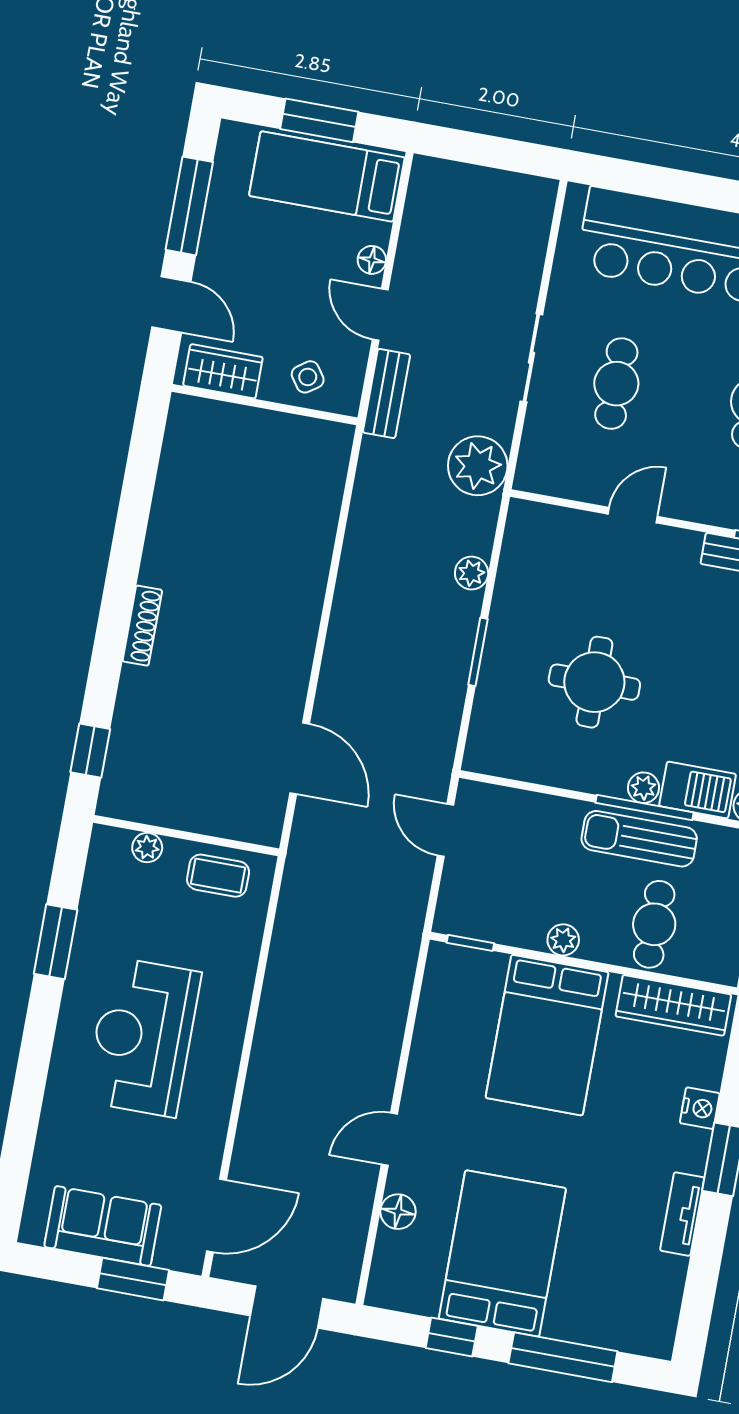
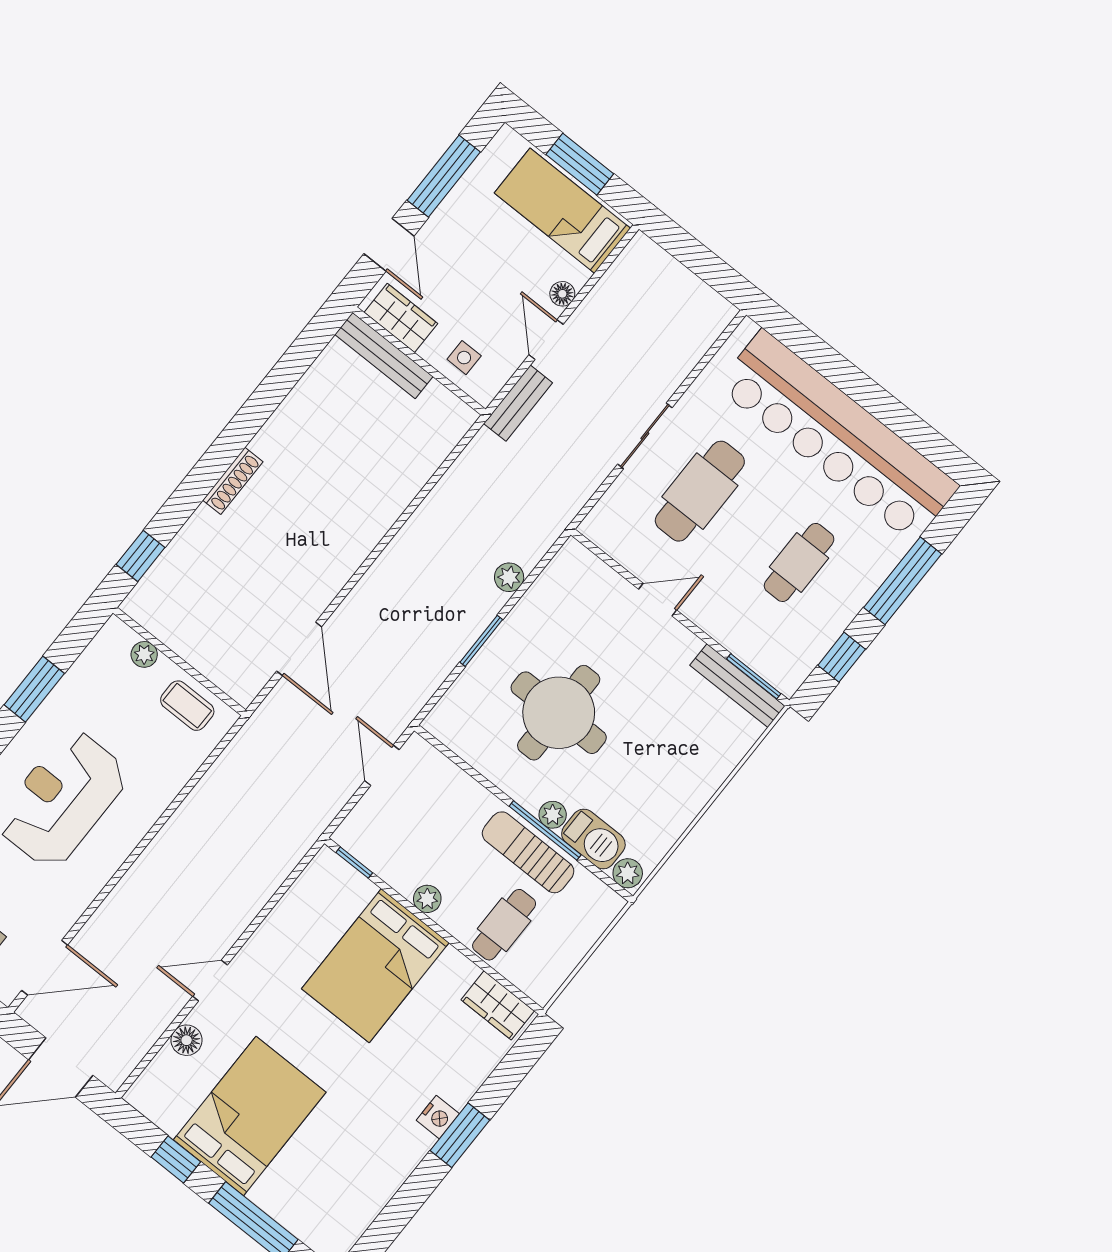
side table: (308, 377) -> (464, 358), turned 35
cafe table: (616, 384) -> (700, 491), width x1.37, depth x1.35
bench: (226, 418) -> (384, 356), added
plant: (478, 466) -> (558, 497), removed
round table: (594, 682) -> (559, 713), width x1.36, depth x1.36
wardrobe: (673, 1005) -> (498, 1005), width x0.67
nightstand: (700, 1108) -> (438, 1117), moved
tv unit: (682, 1214) -> (405, 1160), removed

